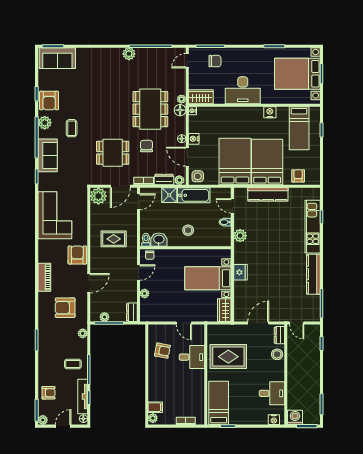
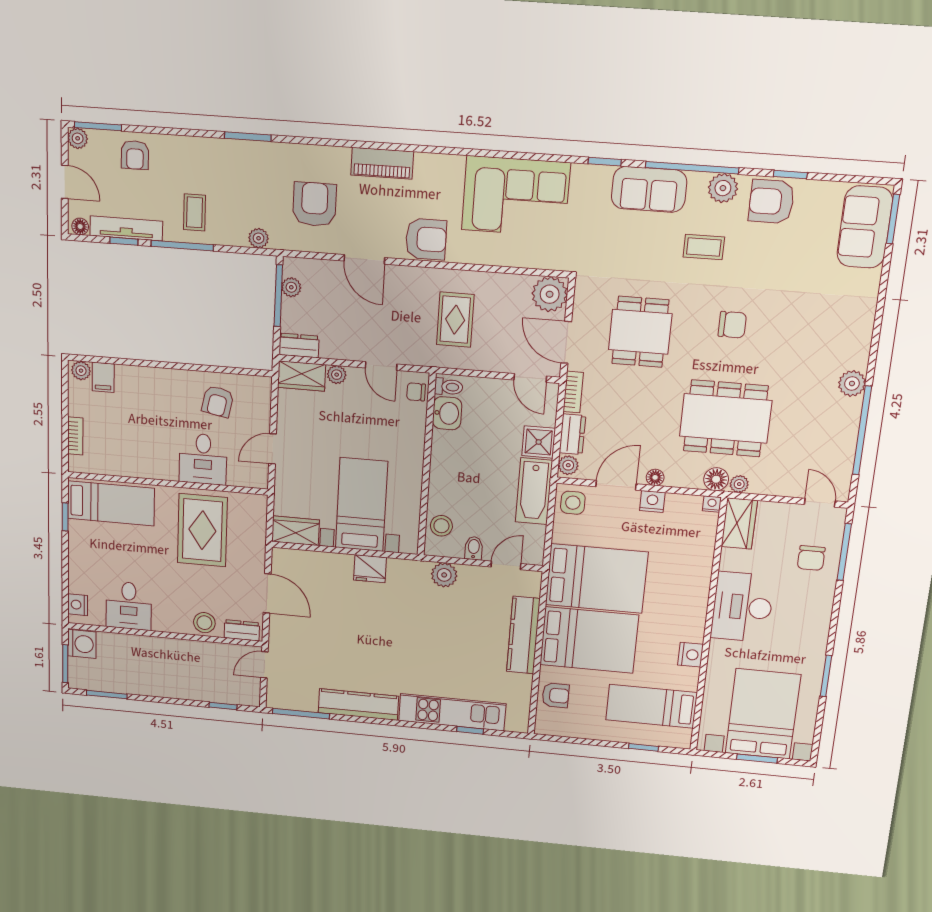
chair: (146, 146) -> (732, 325), moved
stool: (188, 230) -> (441, 526), moved
wardrobe: (147, 310) -> (302, 376), added

